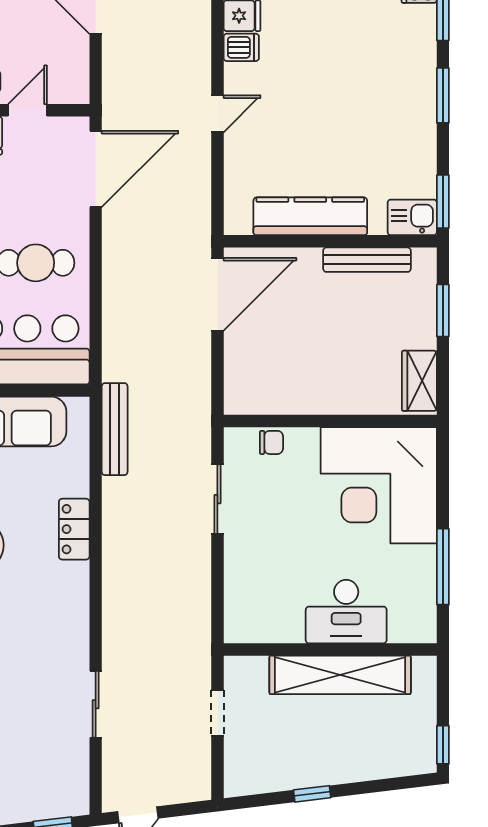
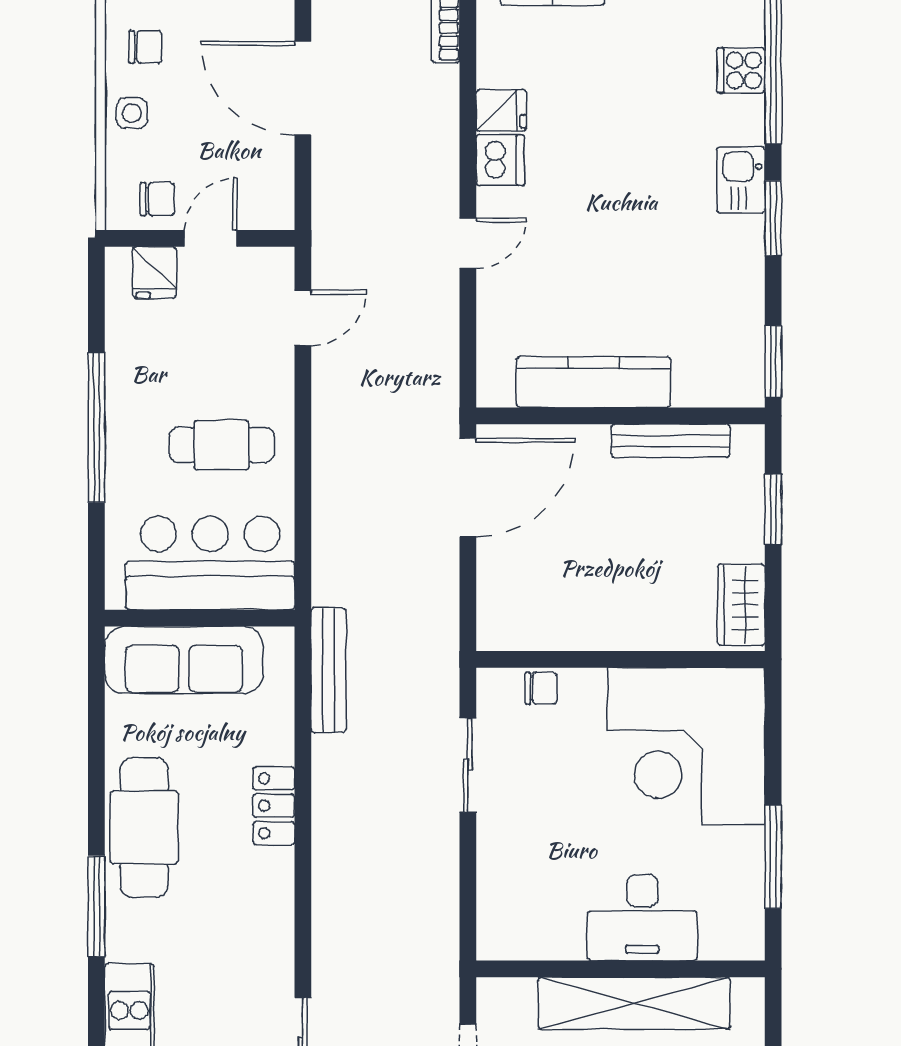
dishwasher: (241, 47) -> (500, 160), width x1.38
door: (96, 169) -> (303, 318), width x0.53
kitchen sink: (412, 217) -> (741, 180), moved, turned -90

